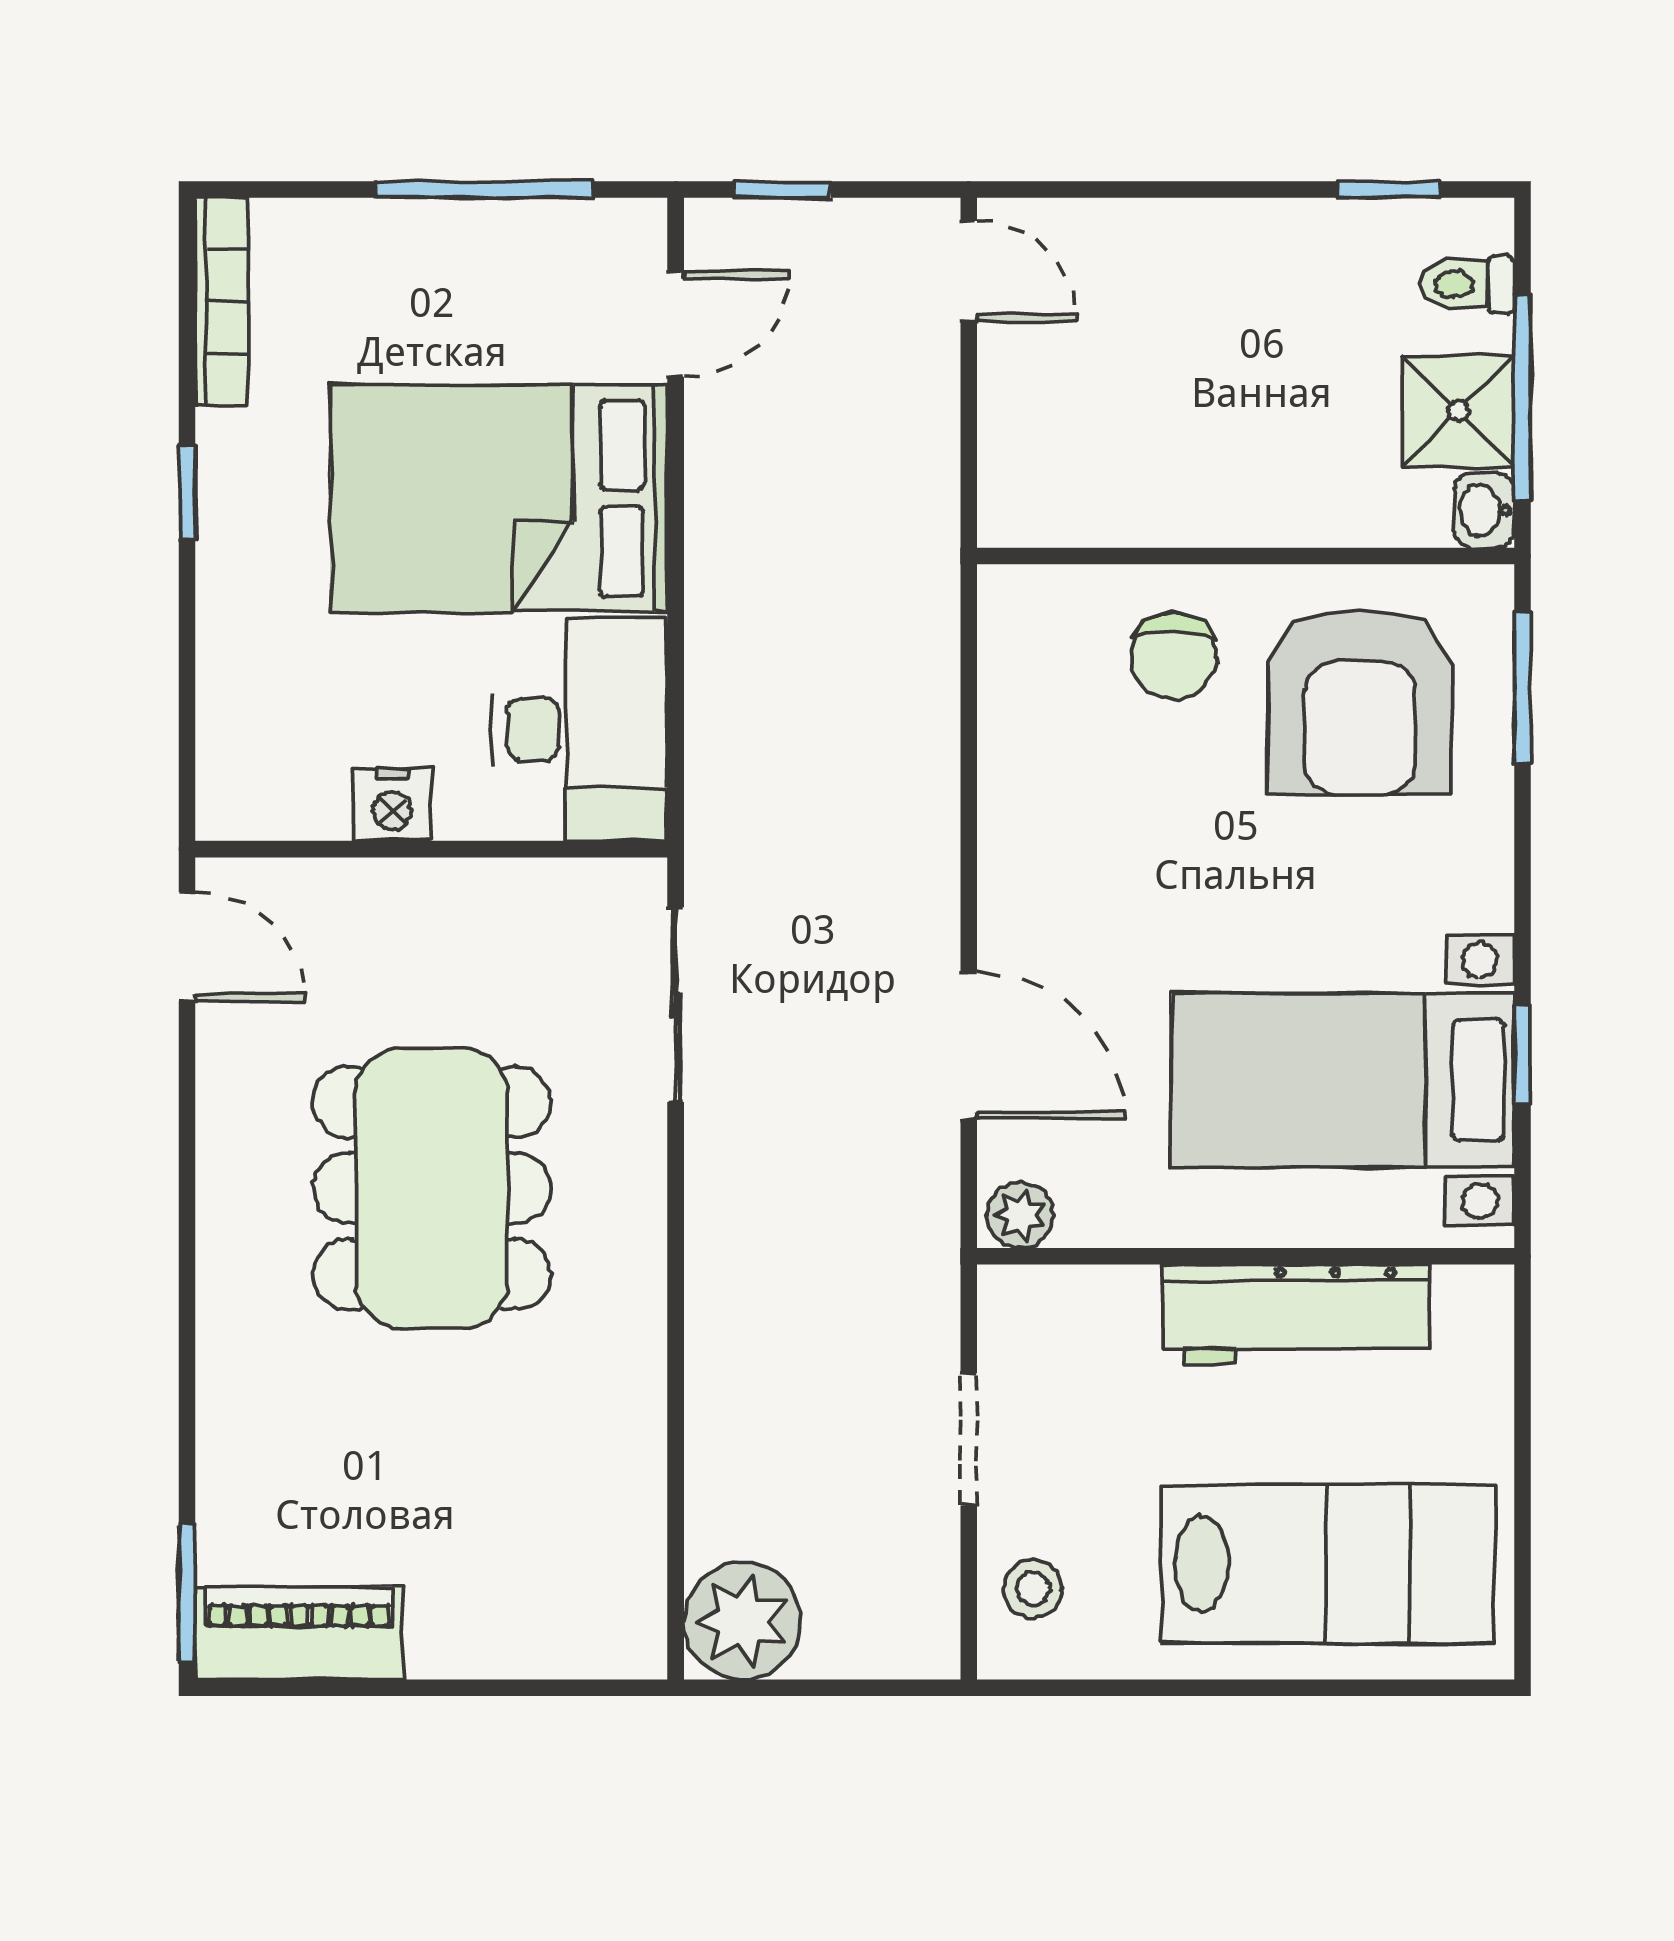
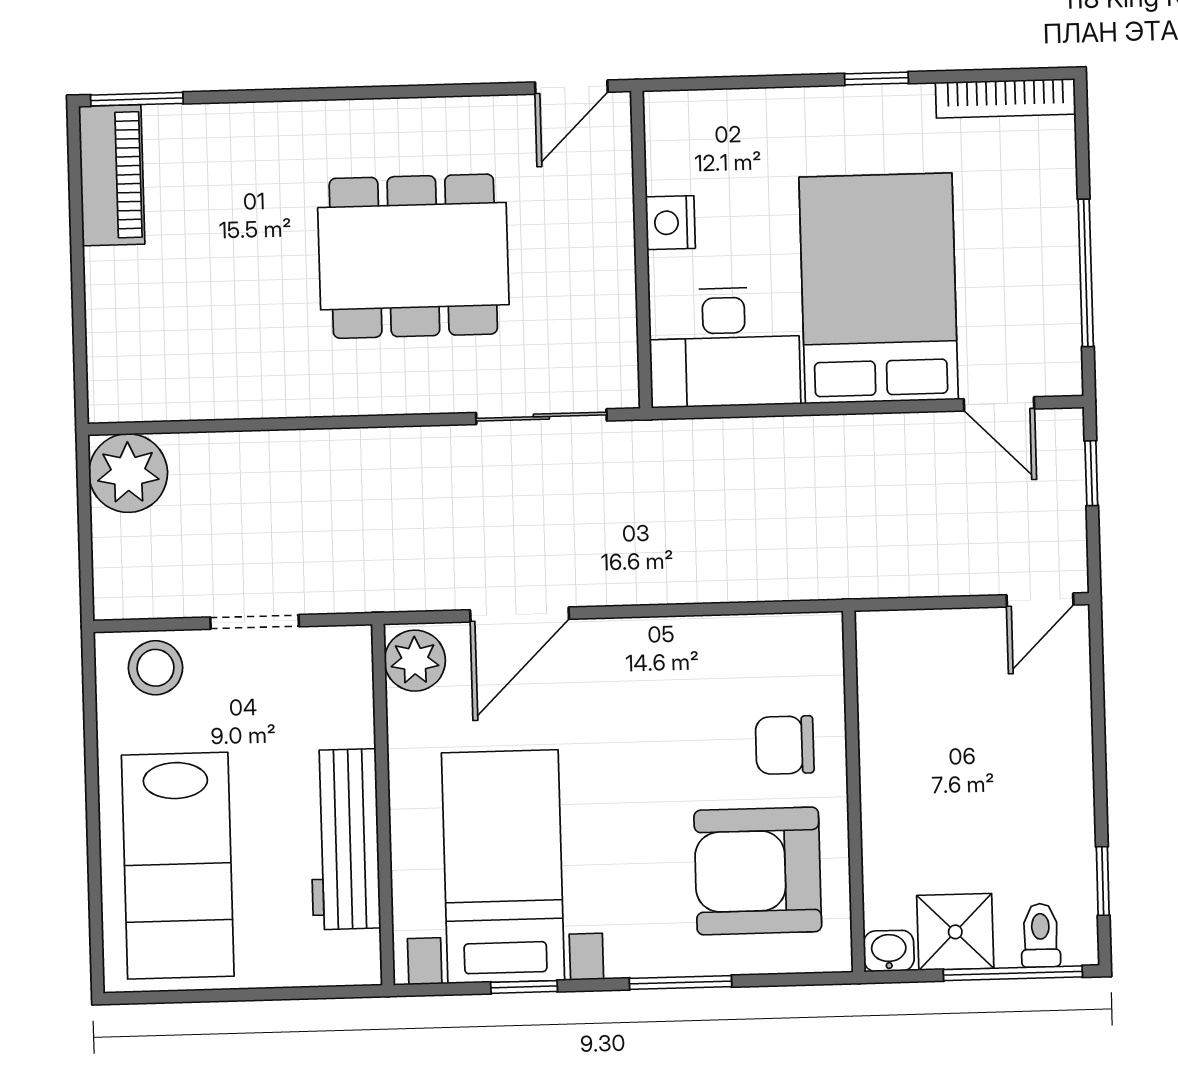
window: (1522, 397) -> (1013, 973), moved
window: (1522, 687) -> (681, 983), moved
plant: (1021, 1215) -> (415, 661), width x1.38, depth x1.38
stool: (1033, 1589) -> (156, 668), width x1.37, depth x1.37

